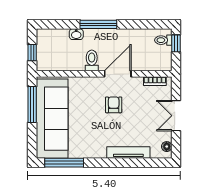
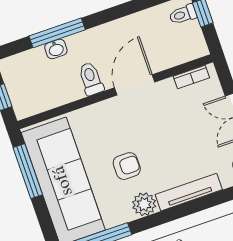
window: (98, 24) -> (57, 33), moved
armchair: (114, 105) -> (127, 166), moved, turned 90
plant: (98, 150) -> (144, 204), added

